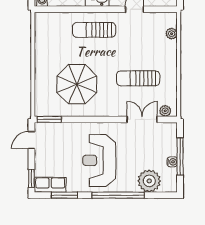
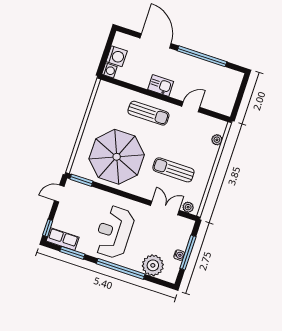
sun lounger: (94, 30) -> (148, 113), turned 180
parasol: (77, 84) -> (117, 157), width x1.36, depth x1.36

